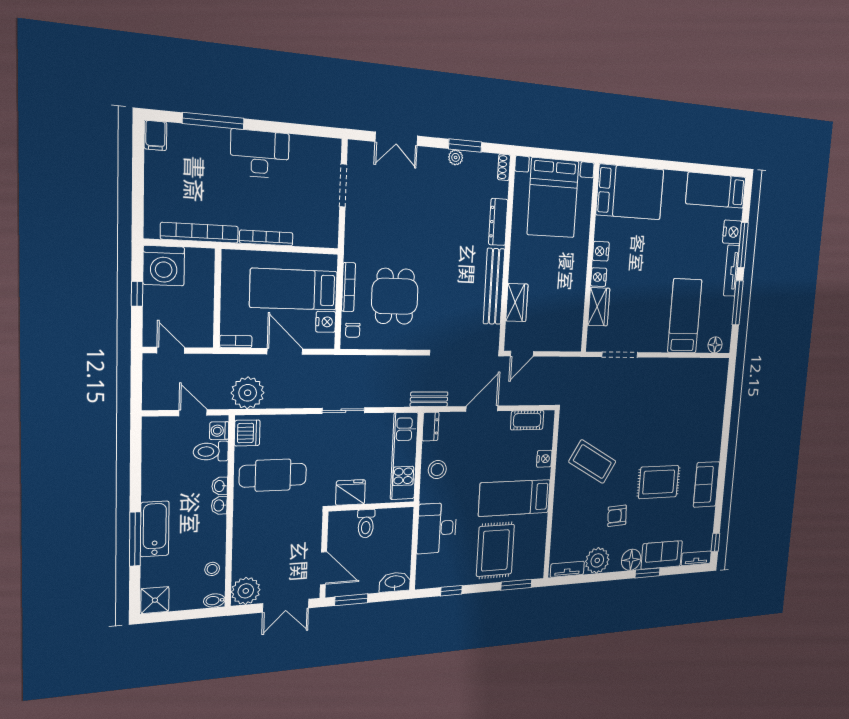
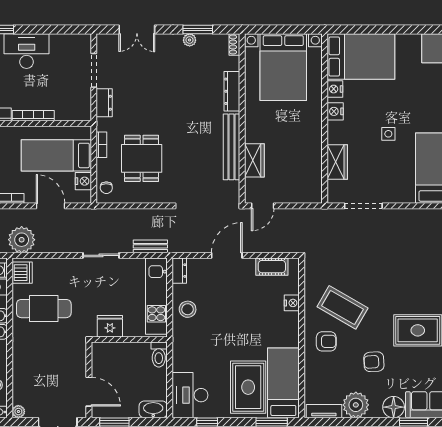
dresser: (354, 227) -> (104, 103), added
nightstand: (599, 277) -> (335, 89), moved
side table: (649, 278) -> (388, 134), added
bookcase: (349, 287) -> (101, 145), width x0.64
bench: (429, 399) -> (150, 246), moved
bed: (515, 498) -> (283, 383), moved, turned 90
armchair: (575, 498) -> (326, 341), added
toilet: (366, 524) -> (159, 355), moved
desk: (437, 528) -> (190, 395), moved
plant: (246, 591) -> (18, 412), width x0.53, depth x0.53

